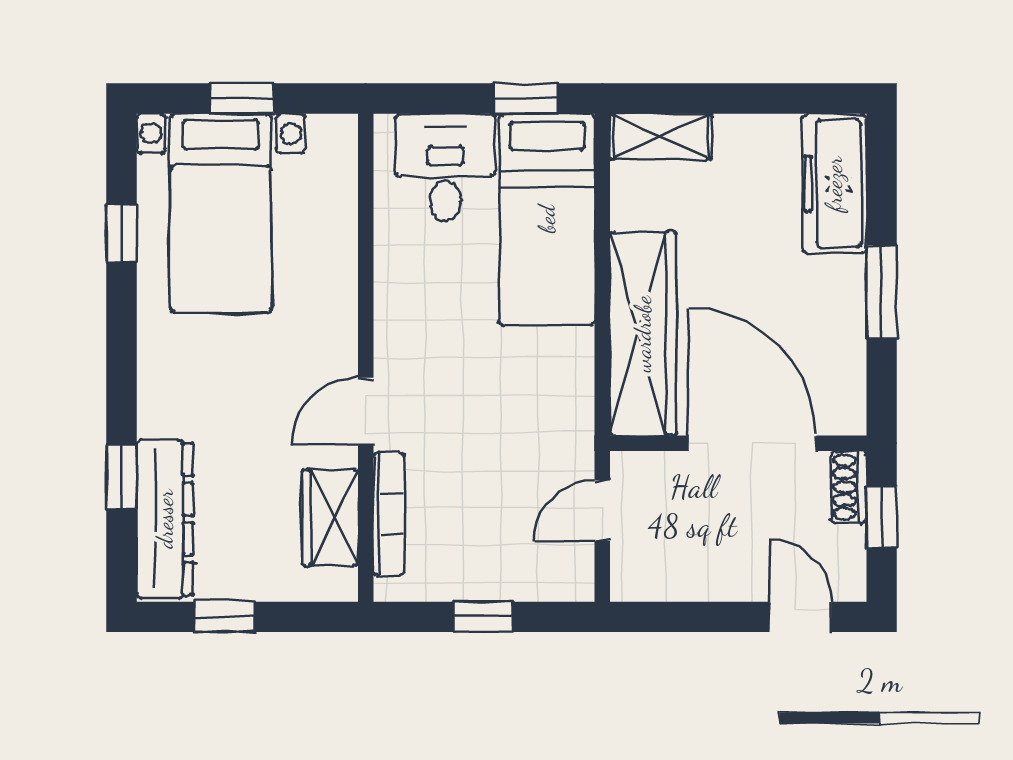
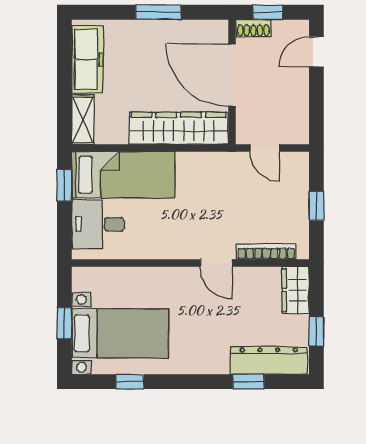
freezer: (834, 184) -> (87, 59), moved, turned -90
door: (752, 443) -> (232, 75), hinge flipped
wardrobe: (330, 518) -> (295, 290), moved, turned 90

